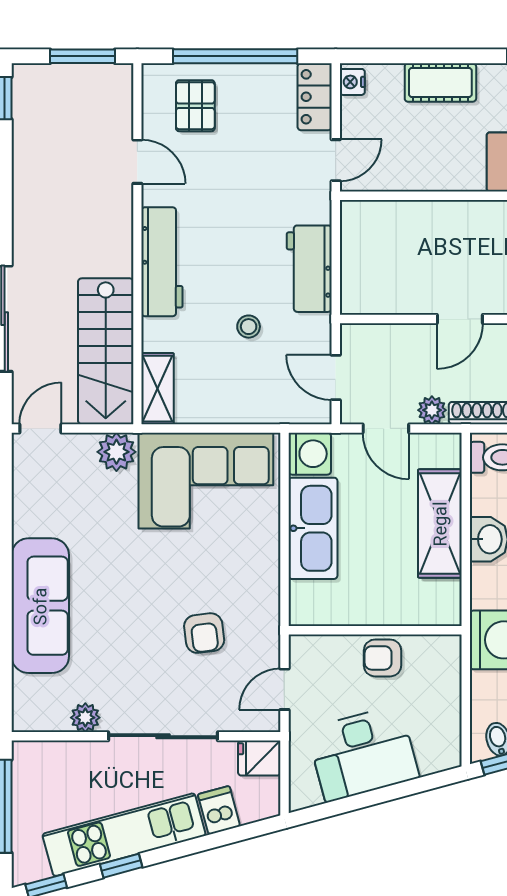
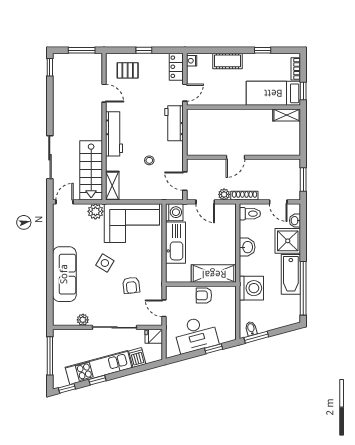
window: (235, 56) -> (144, 50), width x0.32
pallet: (195, 106) -> (128, 70), turned 90
workbench: (309, 269) -> (174, 123), moved
shelving: (440, 524) -> (214, 274), moved, turned 90
side table: (140, 578) -> (105, 263), added
door: (284, 689) -> (164, 308), hinge flipped
window: (406, 789) -> (214, 349), added

